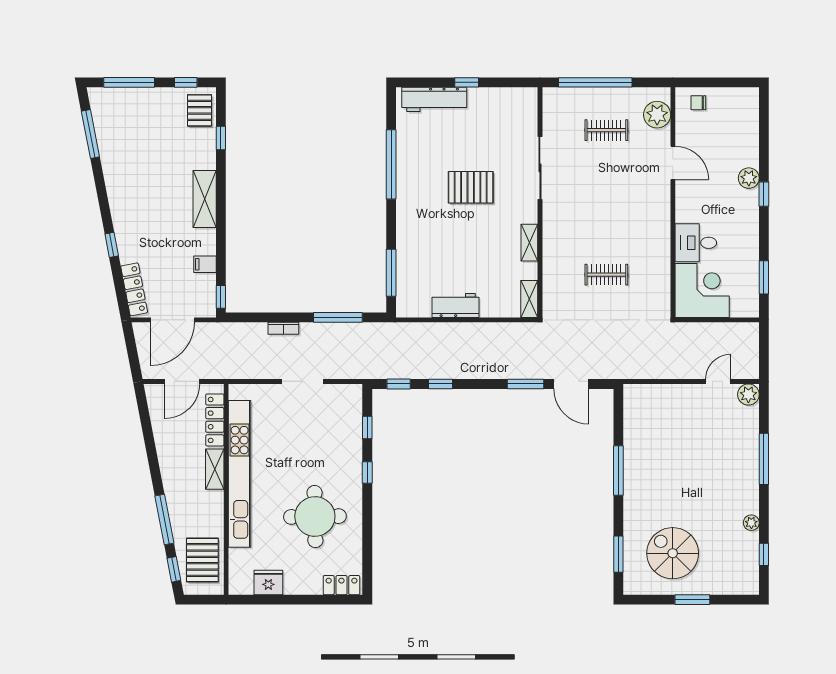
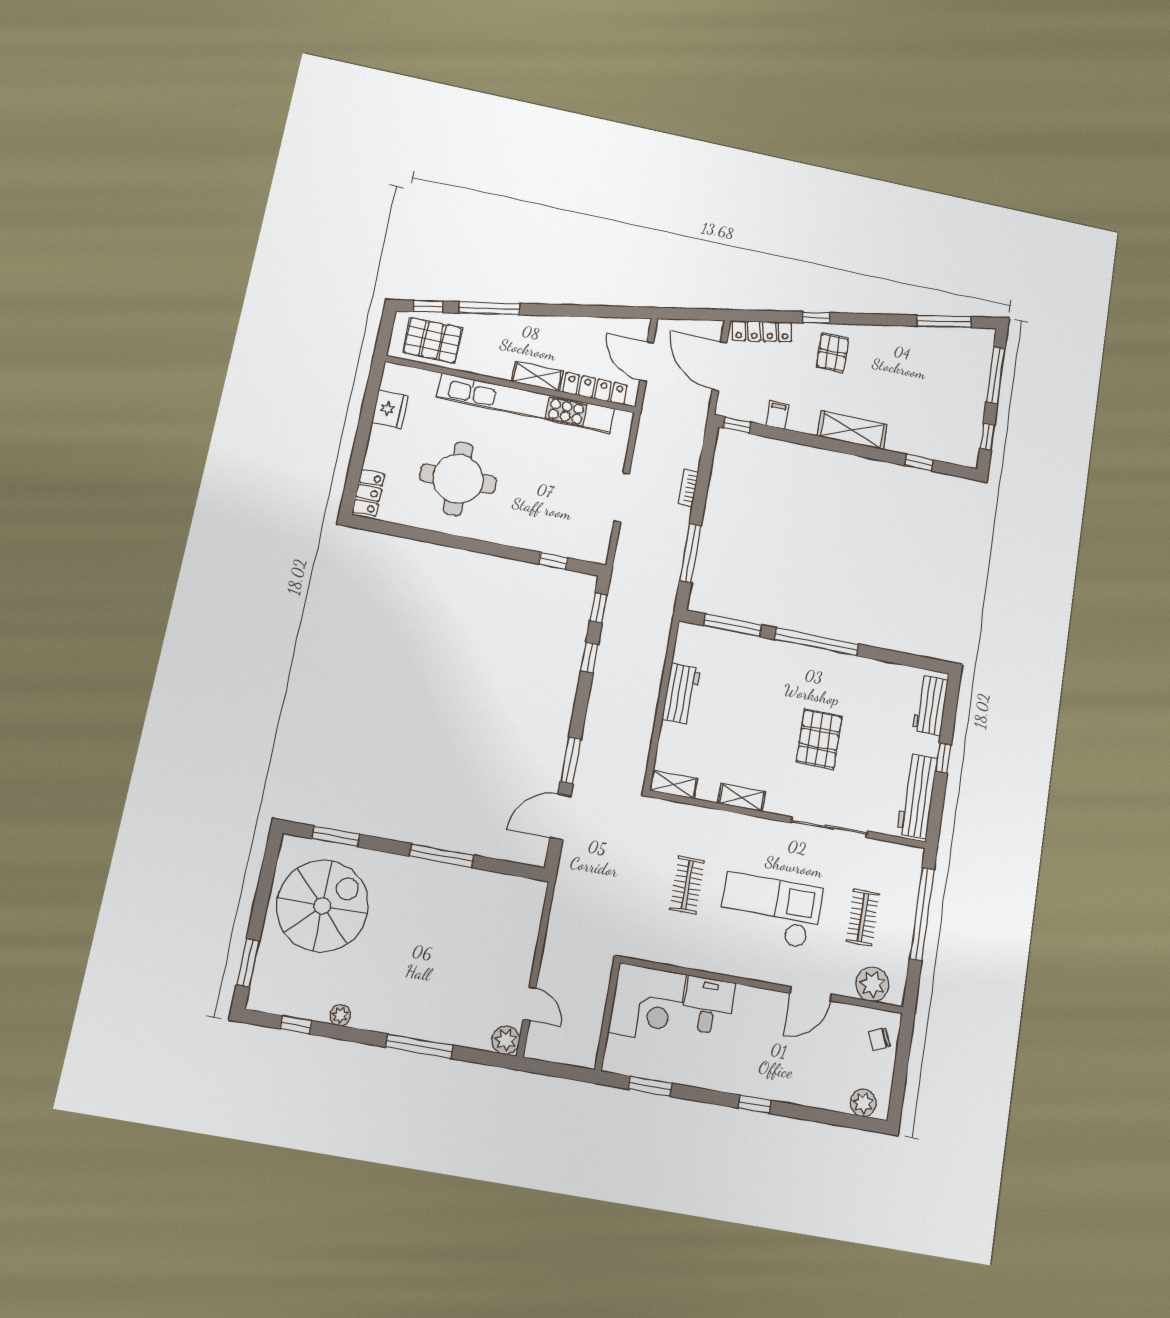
workbench: (434, 99) -> (930, 705), width x0.73
workbench: (502, 100) -> (917, 796), added
chair: (698, 103) -> (879, 1039), turned -114
pallet: (200, 110) -> (833, 353), moved, turned 90
window: (391, 164) -> (816, 642), moved
plant: (749, 178) -> (863, 1103), moved
checkout: (614, 205) -> (771, 911), added
window: (367, 472) -> (499, 550), removed
spiral stairs: (673, 553) -> (322, 906), width x1.37, depth x1.37
window: (692, 600) -> (248, 963), moved

